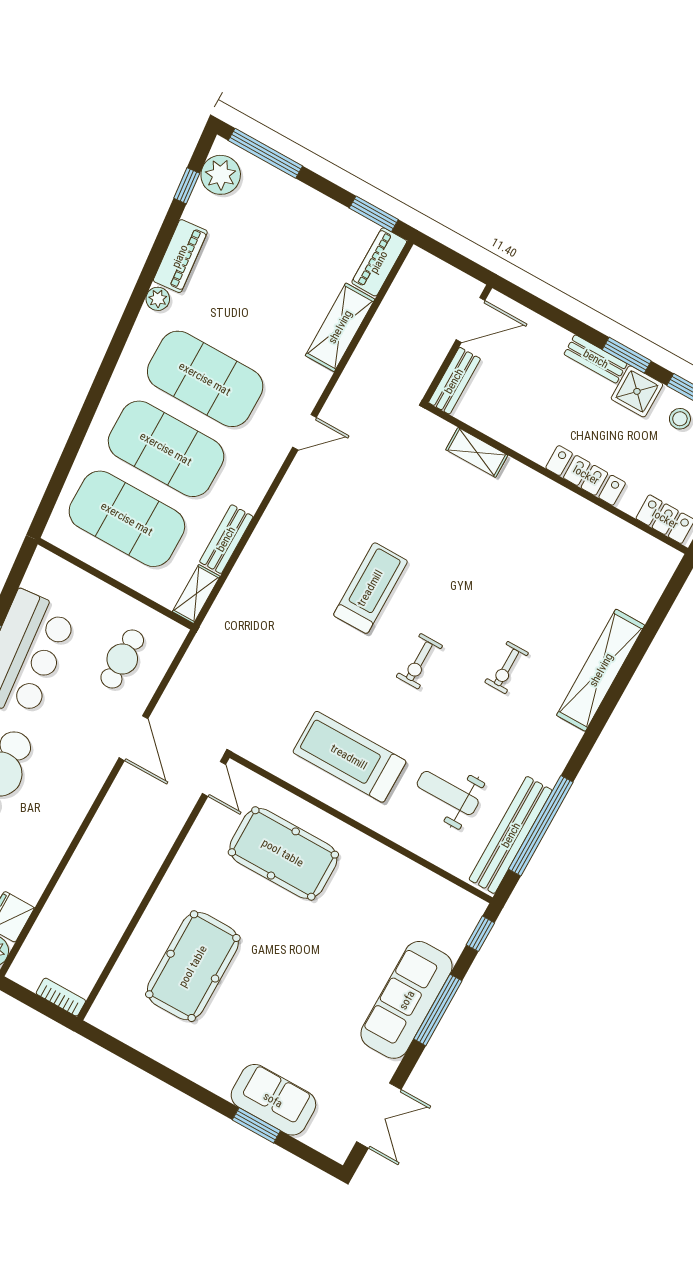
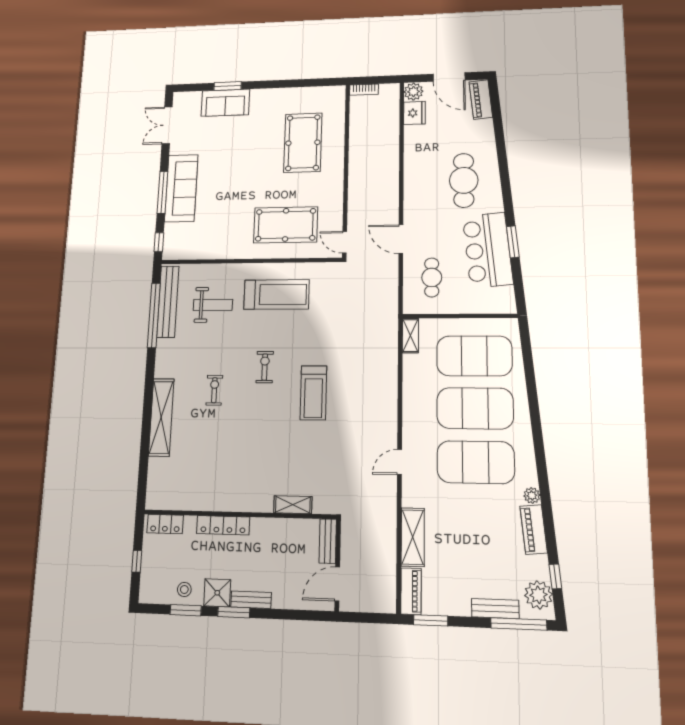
bench: (226, 539) -> (495, 609), moved, turned 90

